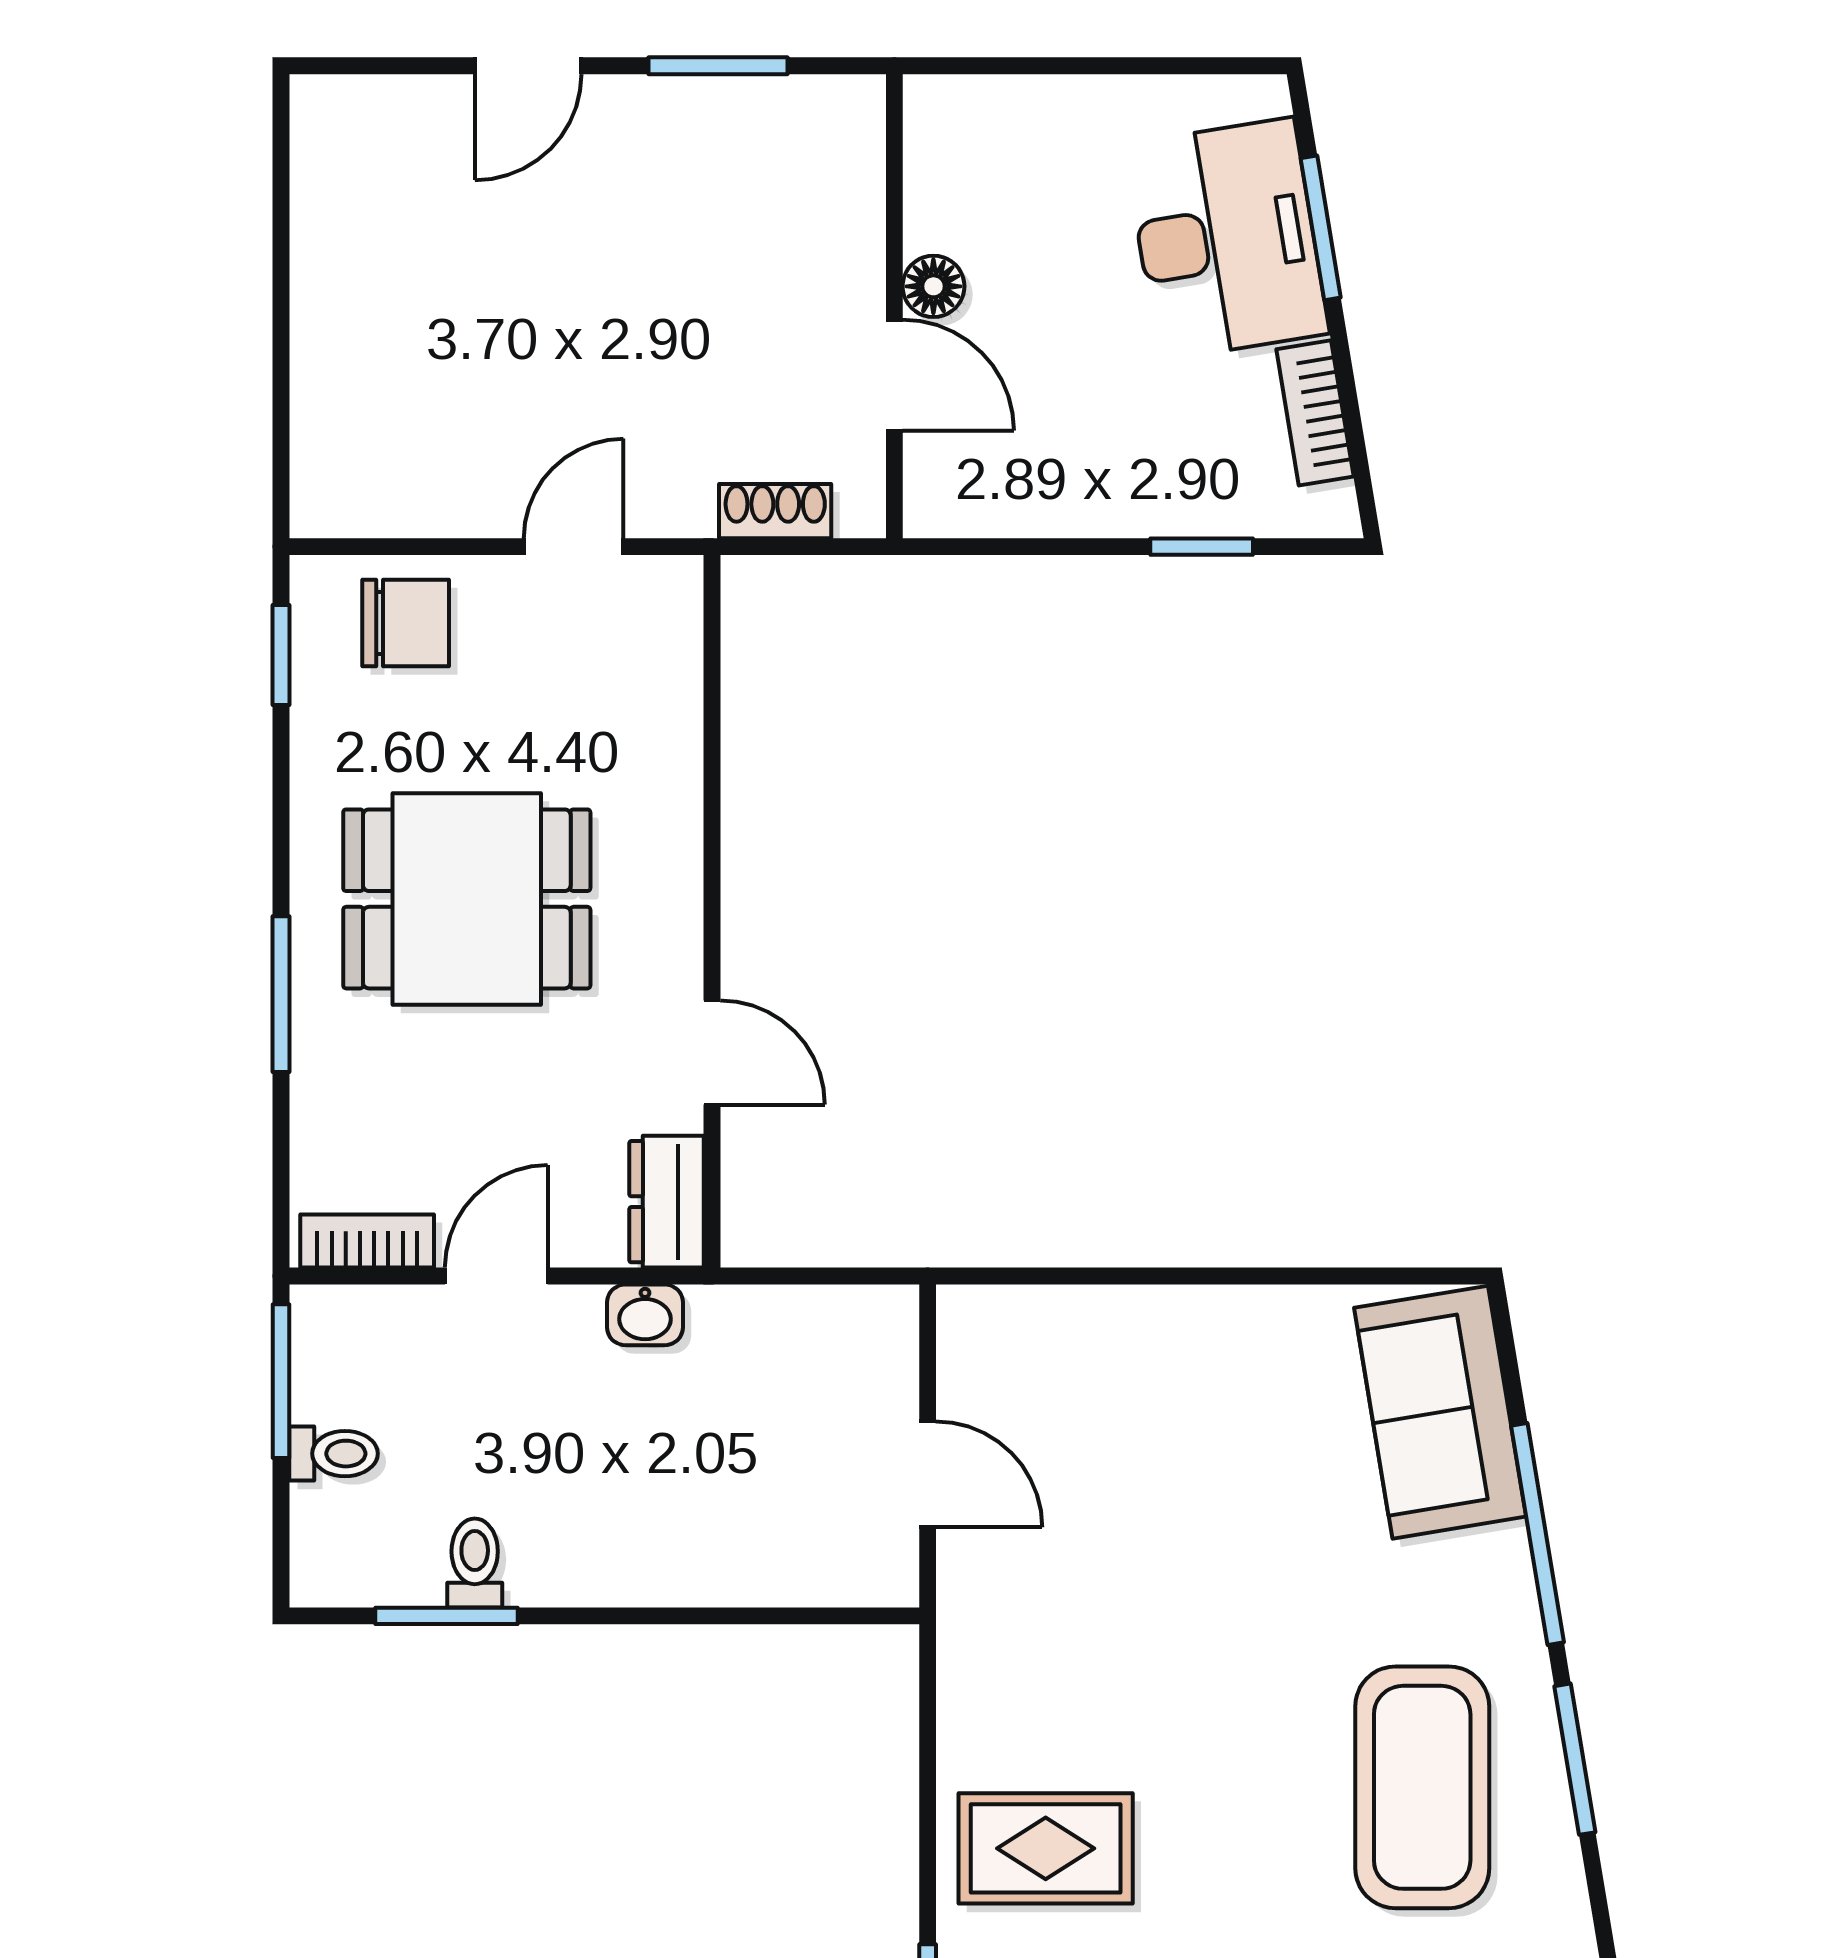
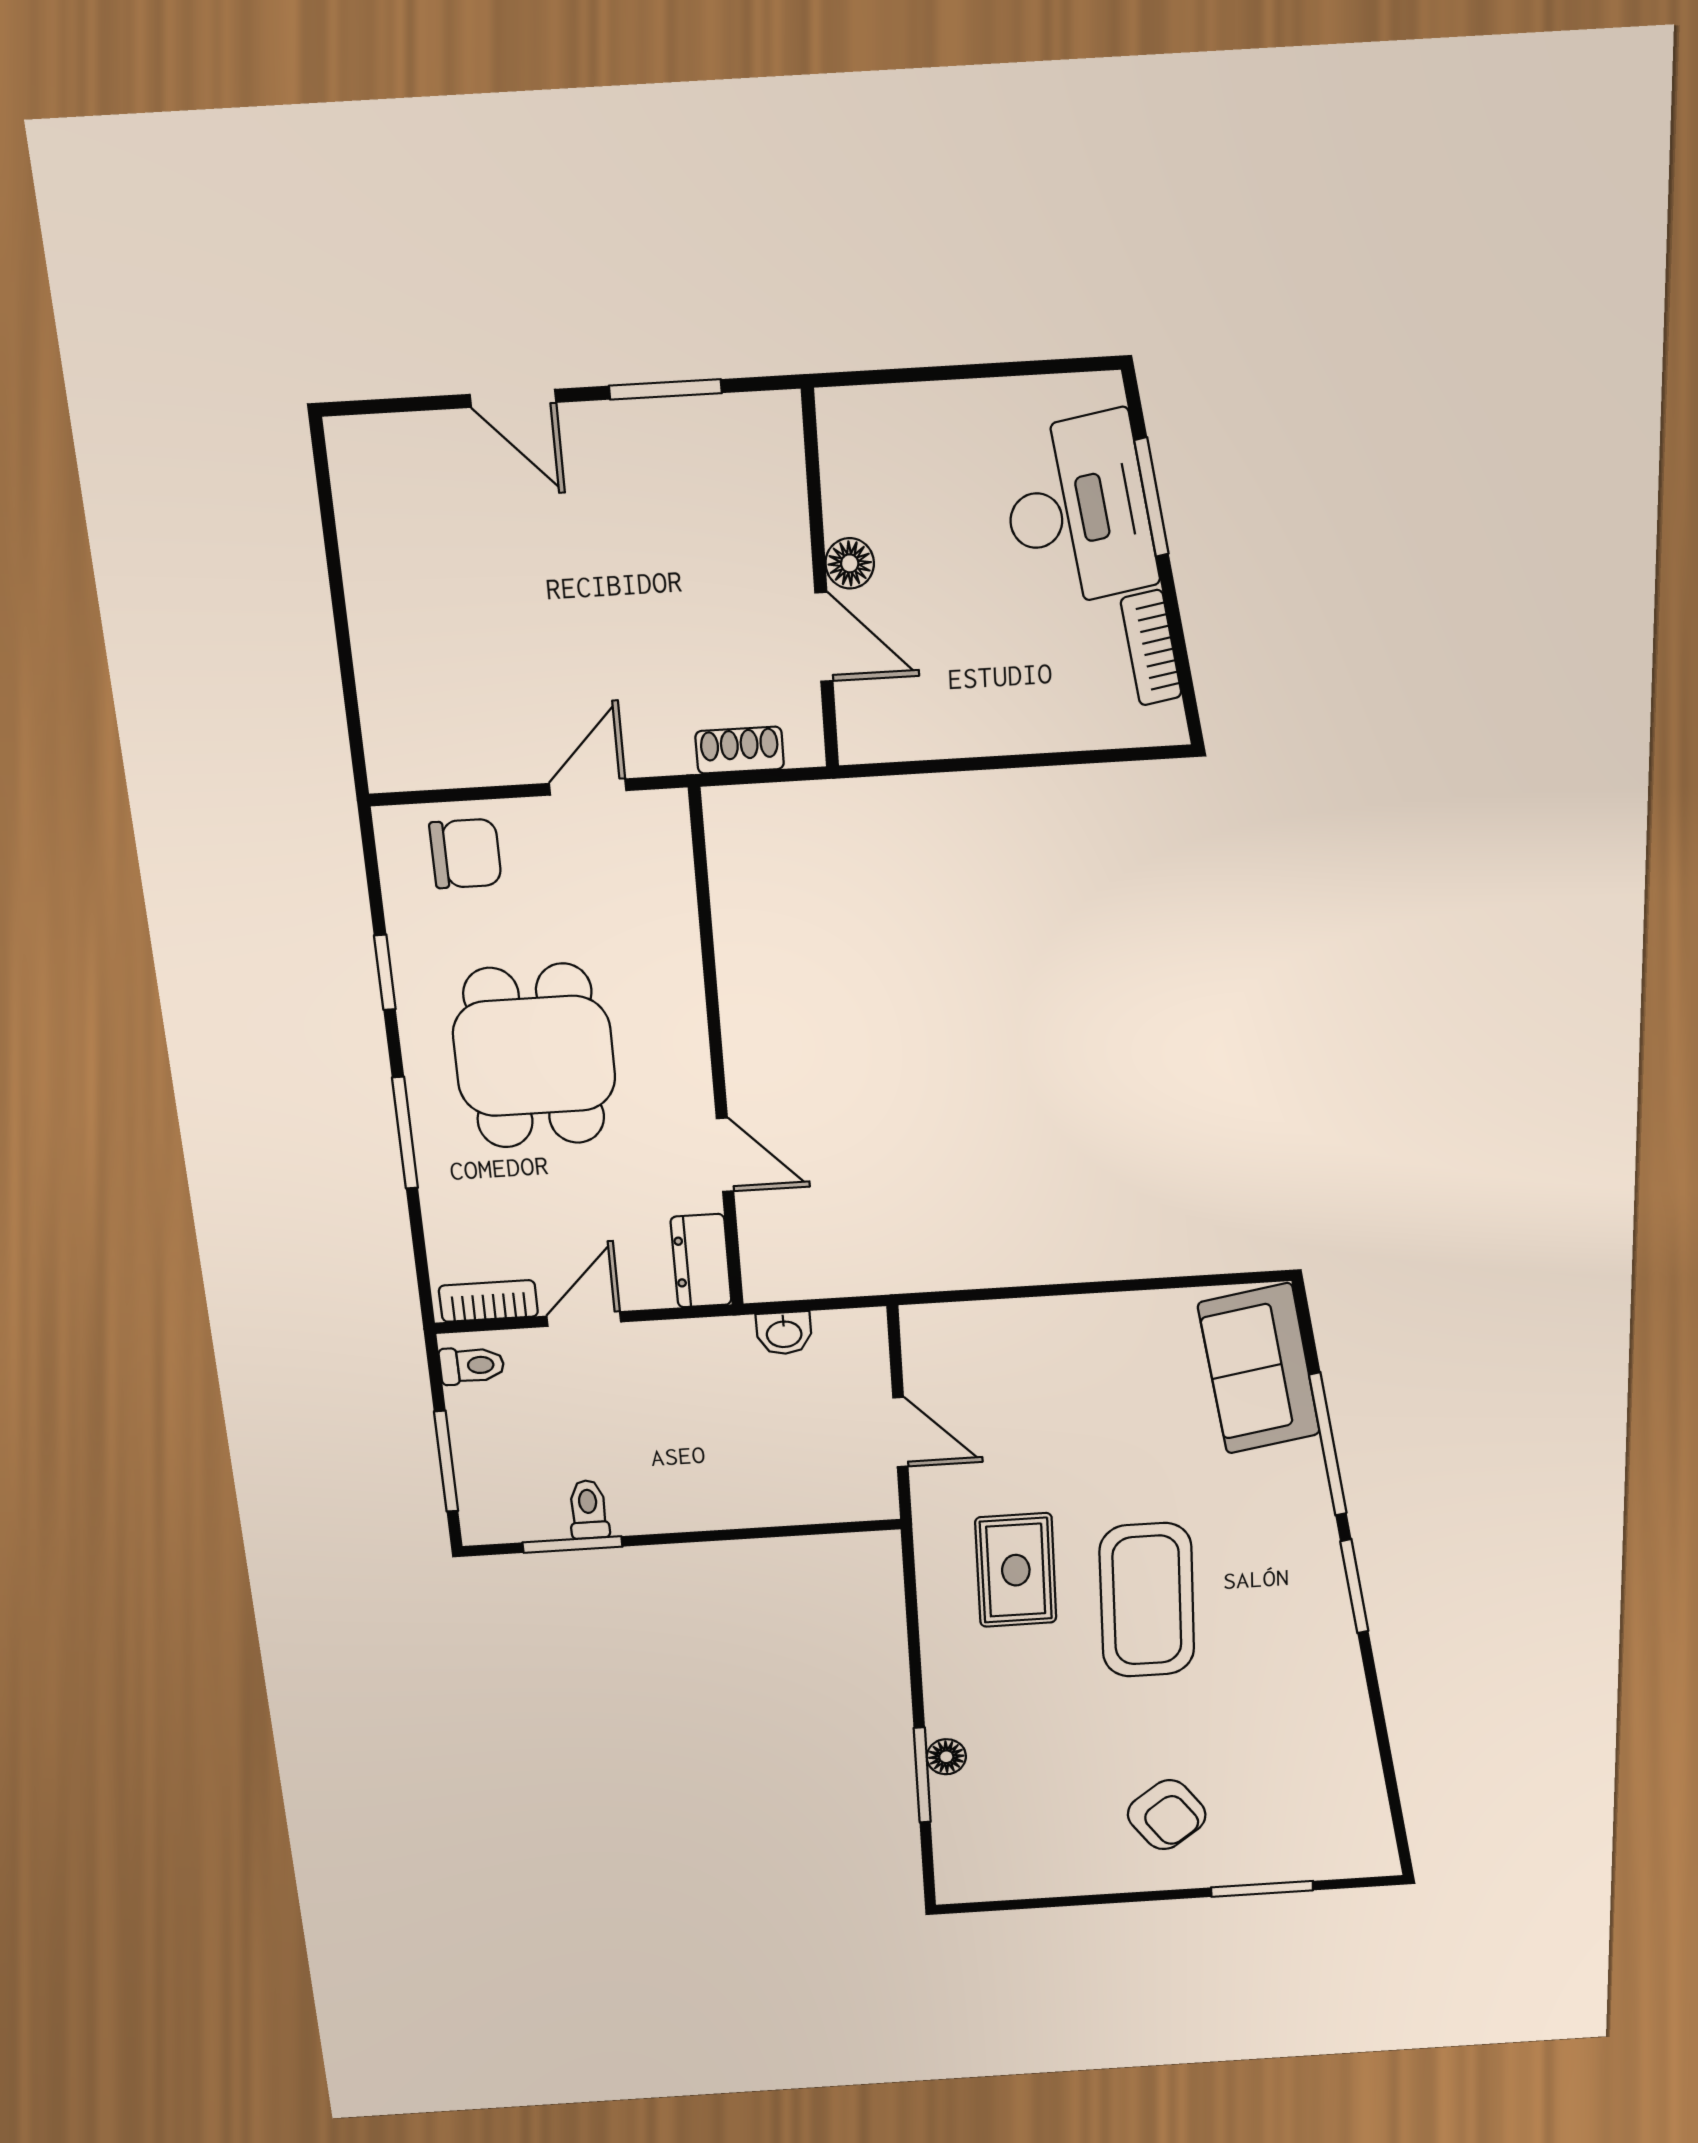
door: (528, 66) -> (513, 398), hinge flipped
window: (1202, 547) -> (1068, 758), removed
window: (281, 655) -> (385, 972), moved
dining table: (467, 899) -> (534, 1056), turned 90
washbasin: (645, 1315) -> (784, 1333), moved
window: (281, 1381) -> (446, 1461), moved
toilet: (333, 1454) -> (472, 1365), moved
coffee table: (1422, 1787) -> (1147, 1600), moved
rug: (1046, 1848) -> (1016, 1570), moved, turned 90

